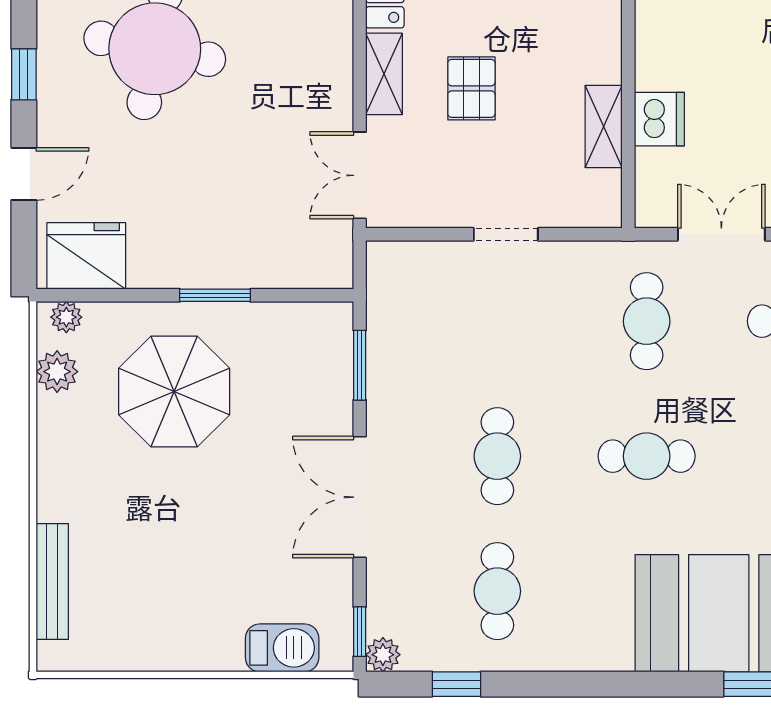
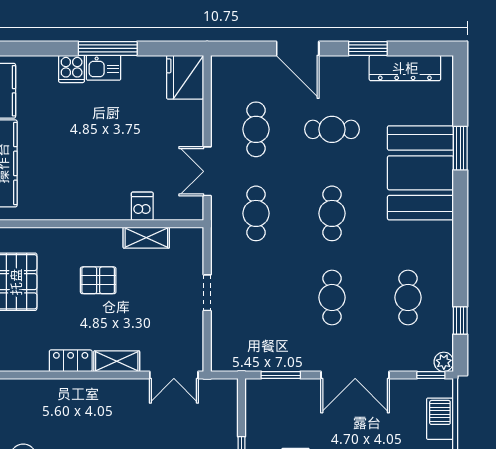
pallet: (471, 88) -> (98, 280), moved
dishwasher: (659, 119) -> (142, 206), width x0.73
cafe table: (647, 321) -> (256, 213), turned 90
cafe table: (497, 456) -> (332, 297), turned 90
cafe table: (497, 591) -> (408, 297), turned 90

